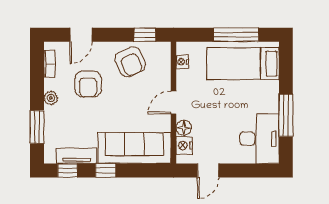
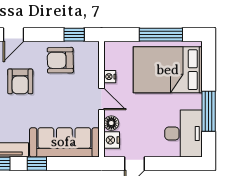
armchair: (130, 62) -> (60, 60), turned 114
nightstand: (182, 62) -> (110, 77), moved
bed: (243, 64) -> (168, 70), width x1.50
door: (173, 102) -> (102, 99), swing flipped

